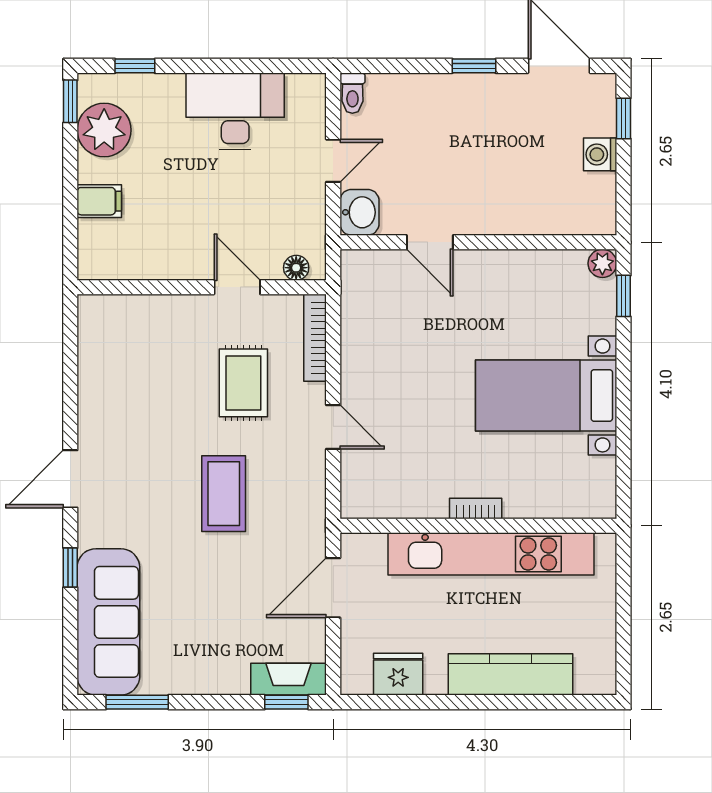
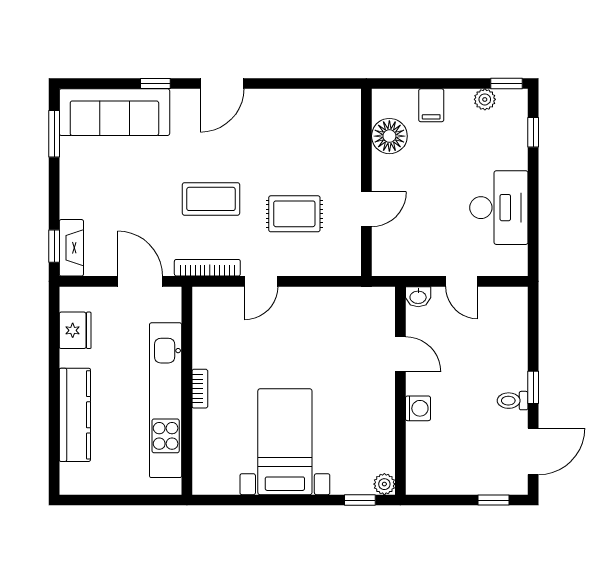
toilet: (352, 93) -> (513, 401), moved
plant: (104, 130) -> (485, 99), width x0.53, depth x0.53
washing machine: (600, 154) -> (418, 408), moved, turned 90
washbasin: (359, 212) -> (418, 297), width x0.72, depth x0.69
door: (430, 242) -> (400, 354), swing flipped
floor lamp: (296, 268) -> (389, 136), moved, width x1.89, depth x1.89
bookcase: (315, 338) -> (207, 268), moved
door: (70, 479) -> (222, 83), swing flipped

